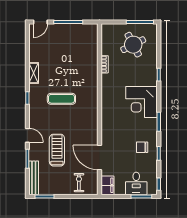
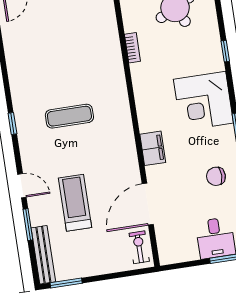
shelving: (34, 73) -> (17, 80), removed
door: (100, 157) -> (148, 204), hinge flipped
exercise bike: (79, 183) -> (139, 247), moved
filing cabinet: (107, 185) -> (153, 148), moved

